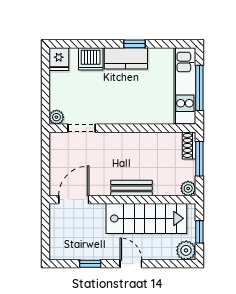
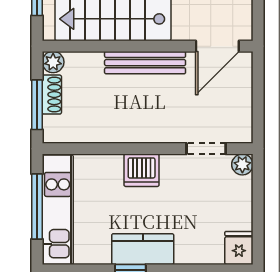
dishwasher: (91, 59) -> (142, 170), moved, turned 180
shoe rack: (189, 145) -> (52, 95), moved
bench: (132, 188) -> (145, 63), width x1.36

